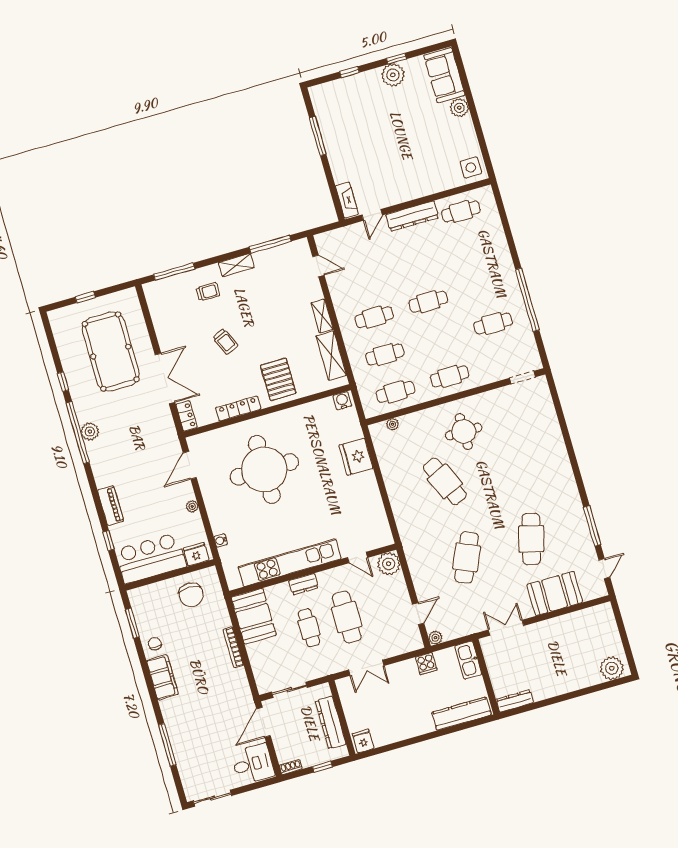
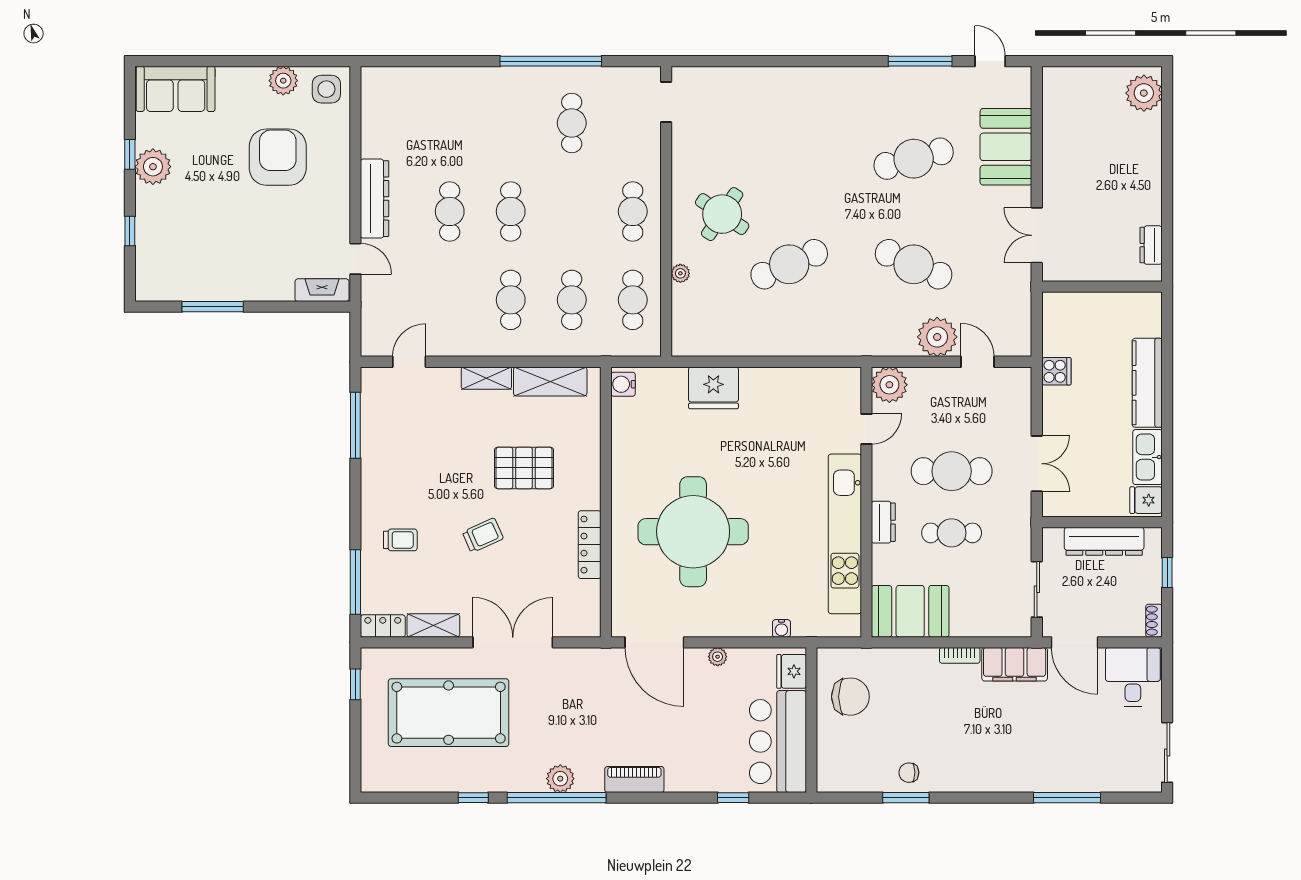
plant: (459, 108) -> (283, 81), moved
armchair: (421, 150) -> (278, 157), added
cafe table: (461, 211) -> (450, 211), moved
shelving: (236, 265) -> (433, 626), moved, turned 90
trolley: (208, 292) -> (400, 540), turned 89
window: (85, 297) -> (355, 684), moved
pallet: (278, 379) -> (524, 468), moved
locker: (186, 416) -> (383, 626), moved
plant: (393, 424) -> (680, 273), moved
round table: (464, 432) -> (722, 214), turned 34
door: (190, 465) -> (654, 642), width x1.36
piano: (111, 506) -> (634, 779), moved
cafe table: (531, 539) -> (914, 159), turned -30
window: (132, 623) -> (906, 798), moved
plant: (435, 638) -> (937, 337), moved, width x1.87, depth x1.87
bookcase: (233, 647) -> (960, 655), width x0.64
kitchen sink: (468, 660) -> (1147, 457), moved, turned 90
filing cabinet: (162, 677) -> (1015, 664), moved, turned 180
dresser: (515, 701) -> (1151, 245), width x0.70
kitchen counter: (461, 714) -> (1147, 383), moved

